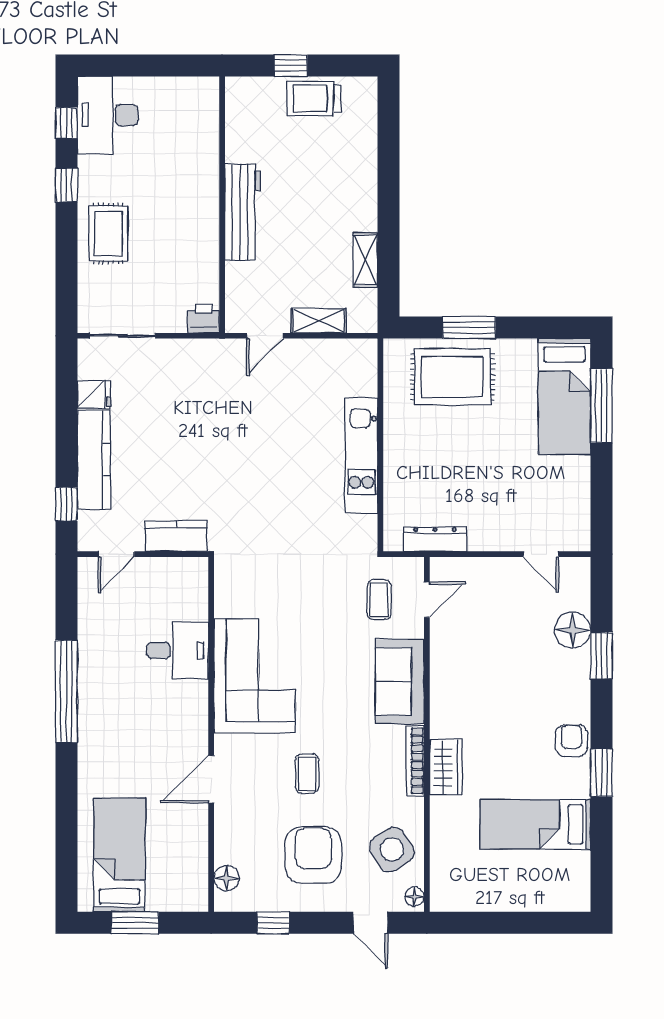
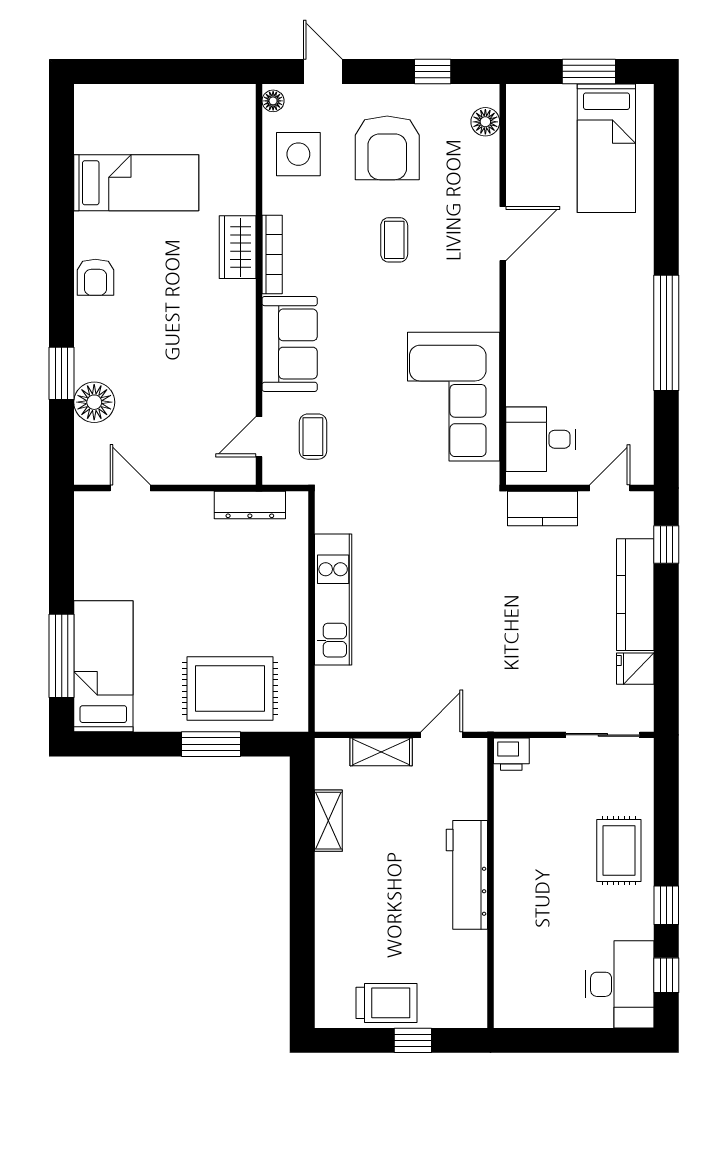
desk: (178, 651) -> (541, 439), moved
corner sofa: (255, 676) -> (454, 397), moved
window: (602, 773) -> (62, 241), removed
side table: (392, 850) -> (298, 154), turned 32

